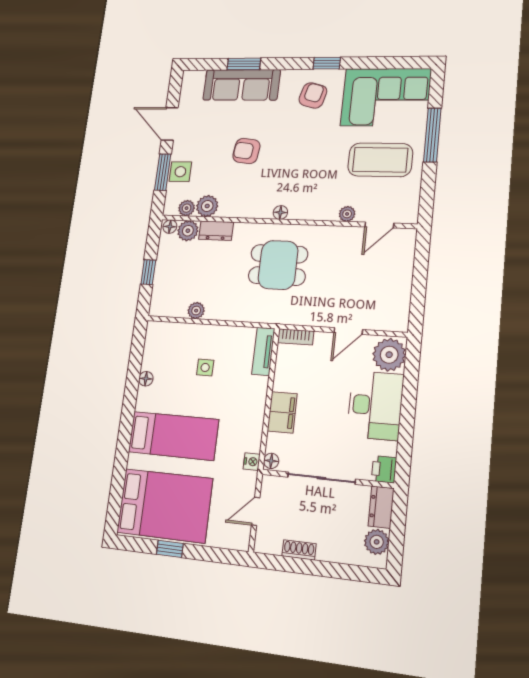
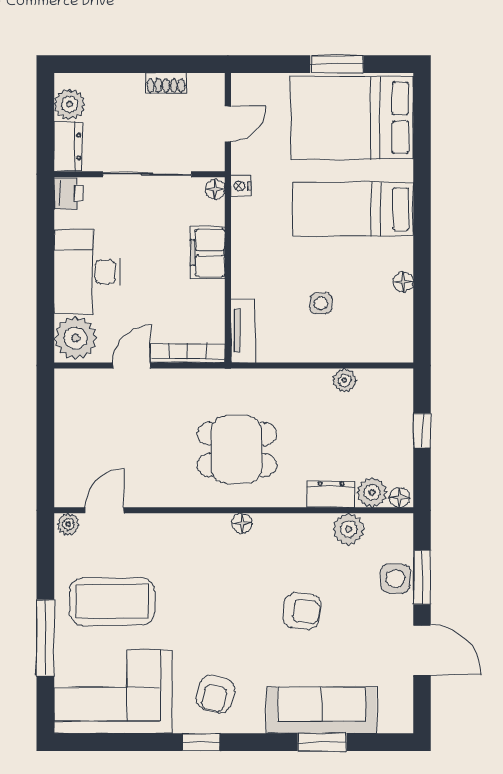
plant: (187, 208) -> (379, 525), removed
plant: (347, 214) -> (68, 524), moved
bookcase: (296, 337) -> (188, 353), width x1.56
window: (170, 549) -> (337, 64), width x1.50

